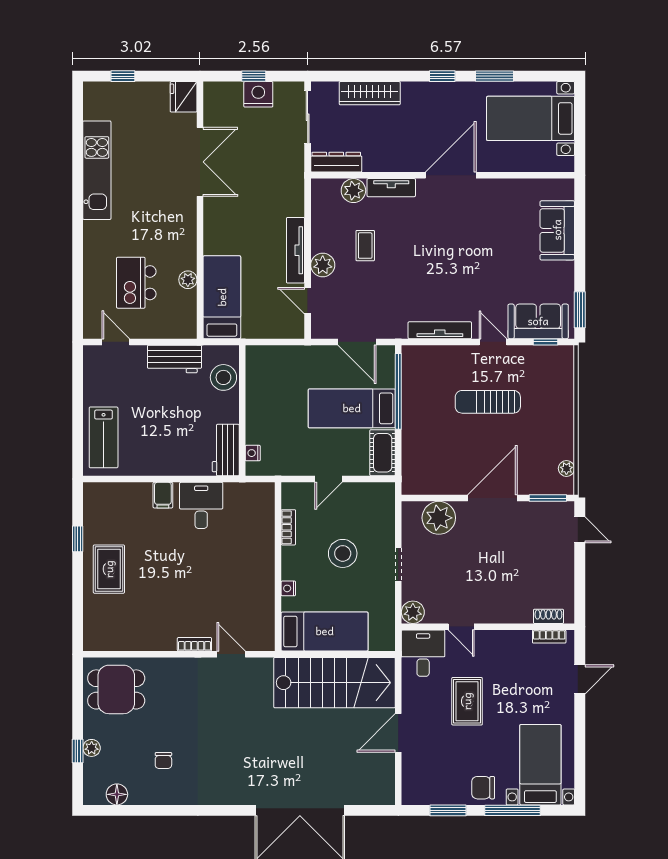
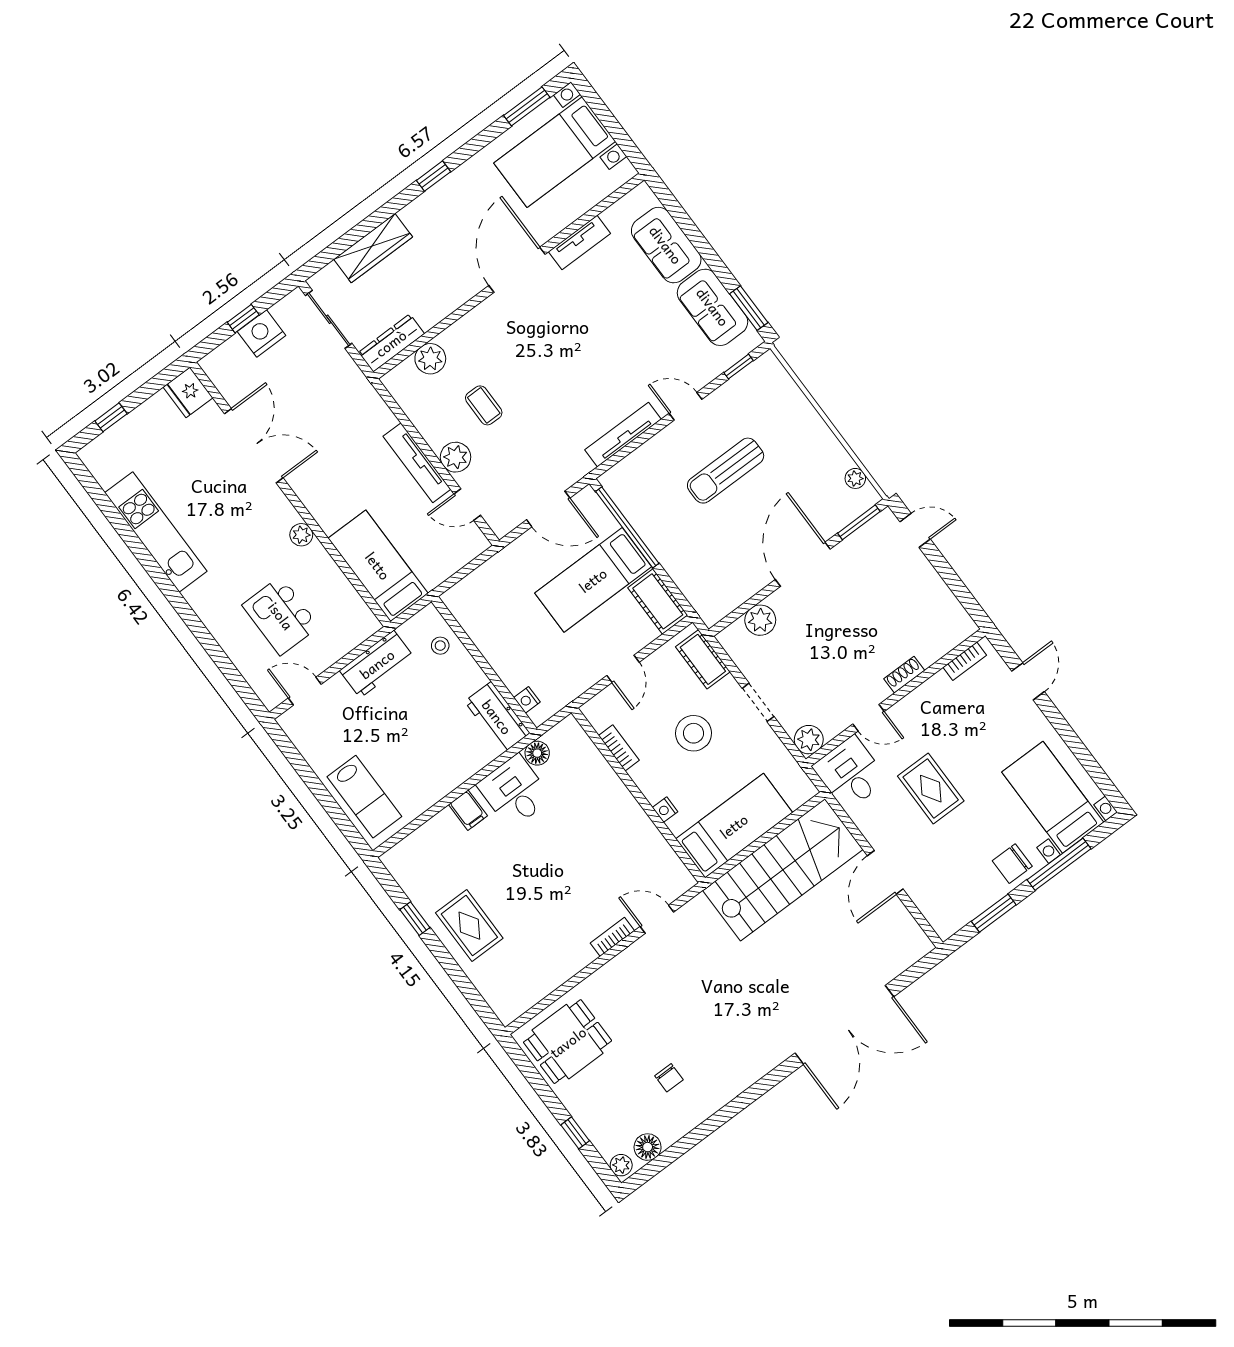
window: (495, 76) -> (527, 106), moved
tv unit: (391, 188) -> (579, 243), moved
plant: (188, 280) -> (301, 535), moved
sofa: (538, 321) -> (713, 307), moved, turned -90
stool: (223, 377) -> (440, 646), width x0.53, depth x0.53
floor lamp: (234, 492) -> (537, 753), added
cot: (384, 511) -> (703, 659), added
plant: (439, 518) -> (760, 620), width x0.73, depth x0.73
shoe rack: (548, 616) -> (904, 675), moved
plant: (92, 748) -> (621, 1165), moved

